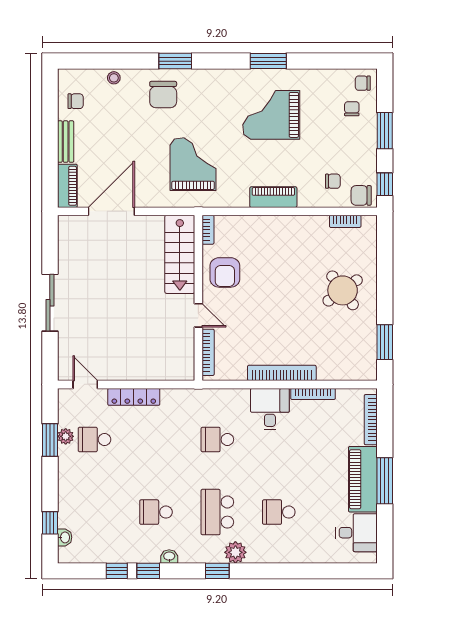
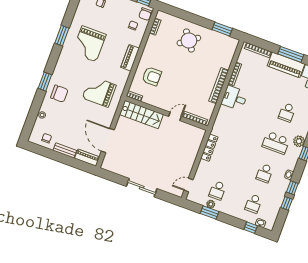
armchair: (225, 272) -> (152, 76), moved
locker: (134, 397) -> (209, 148), moved
school desk: (217, 439) -> (253, 204), moved

